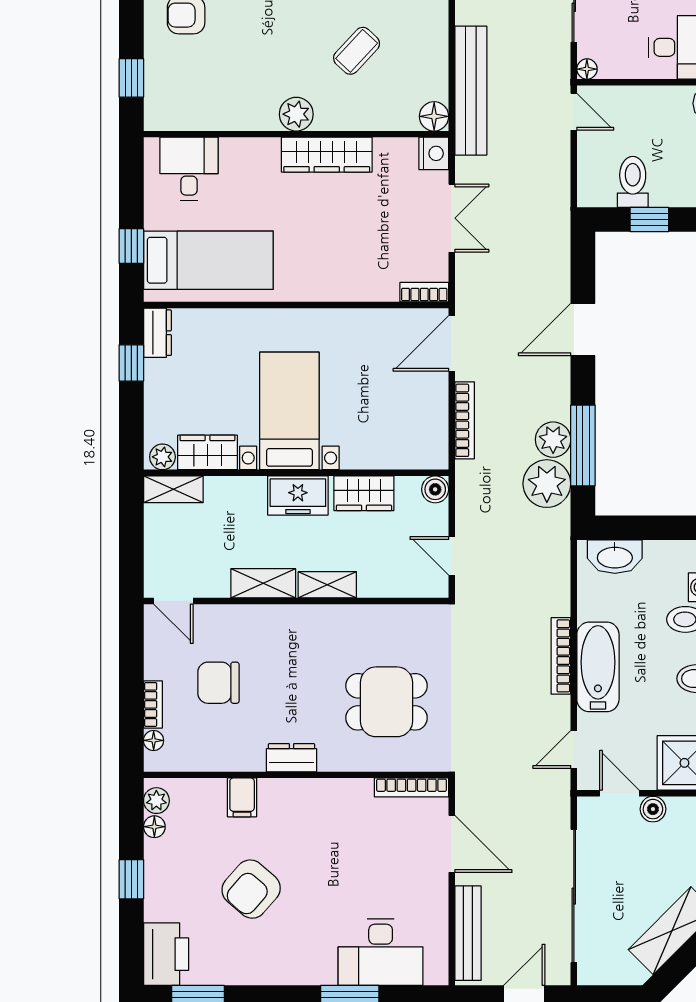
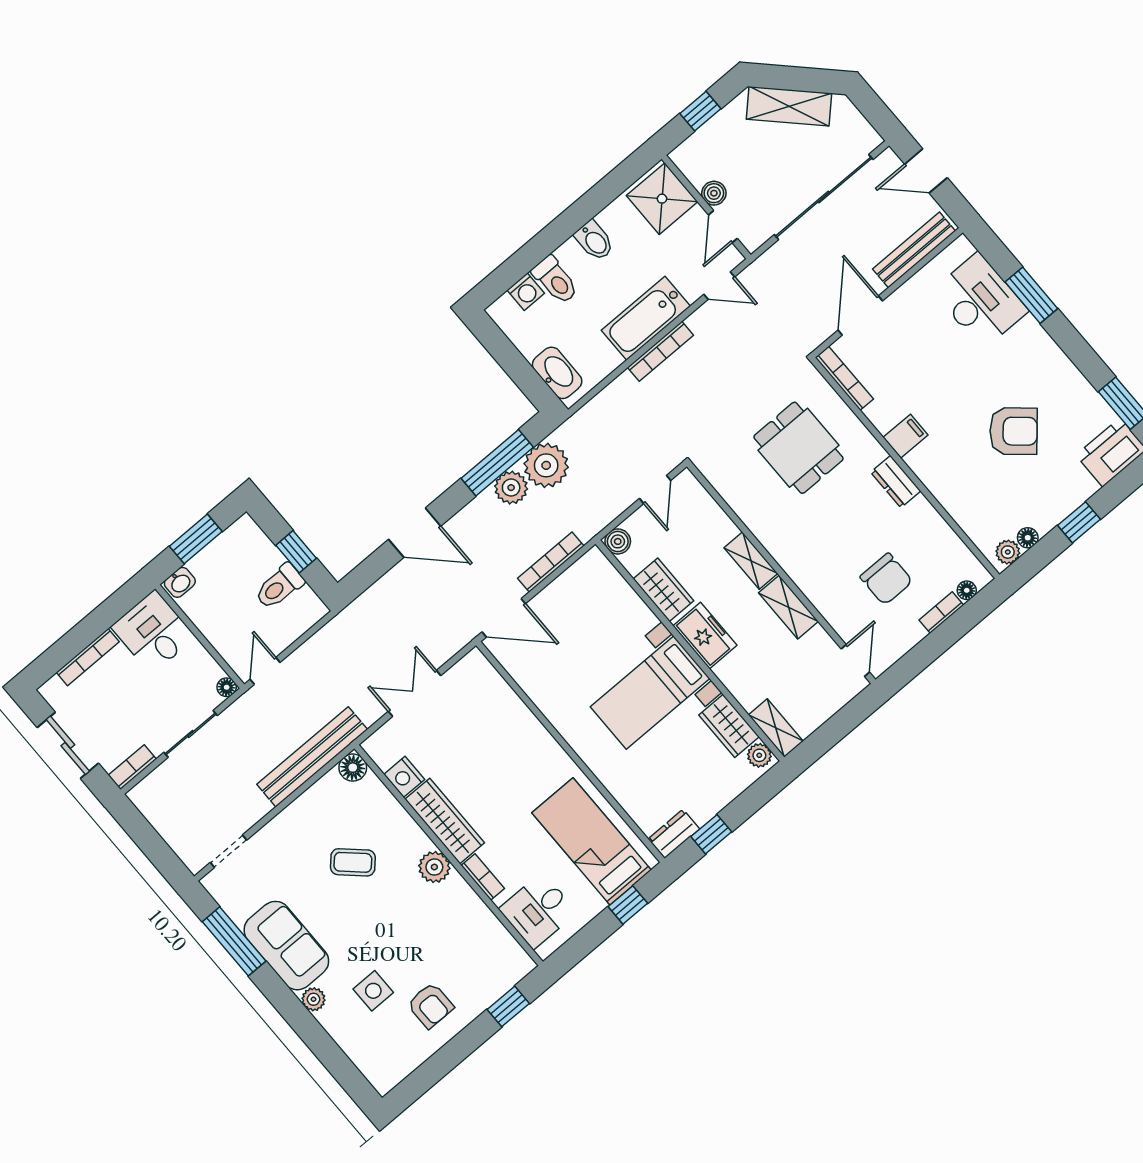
nightstand: (434, 153) -> (404, 777), moved, turned -90
bookcase: (424, 292) -> (483, 877), moved, turned 180
filing cabinet: (242, 797) -> (906, 436), moved

